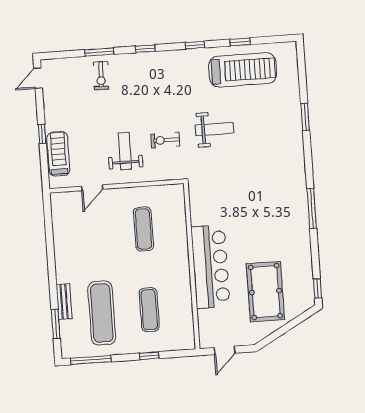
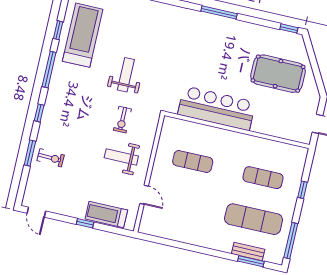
window: (195, 45) -> (49, 70), width x2.17
bar counter: (210, 267) -> (217, 108), moved
bench: (64, 302) -> (248, 252), moved

